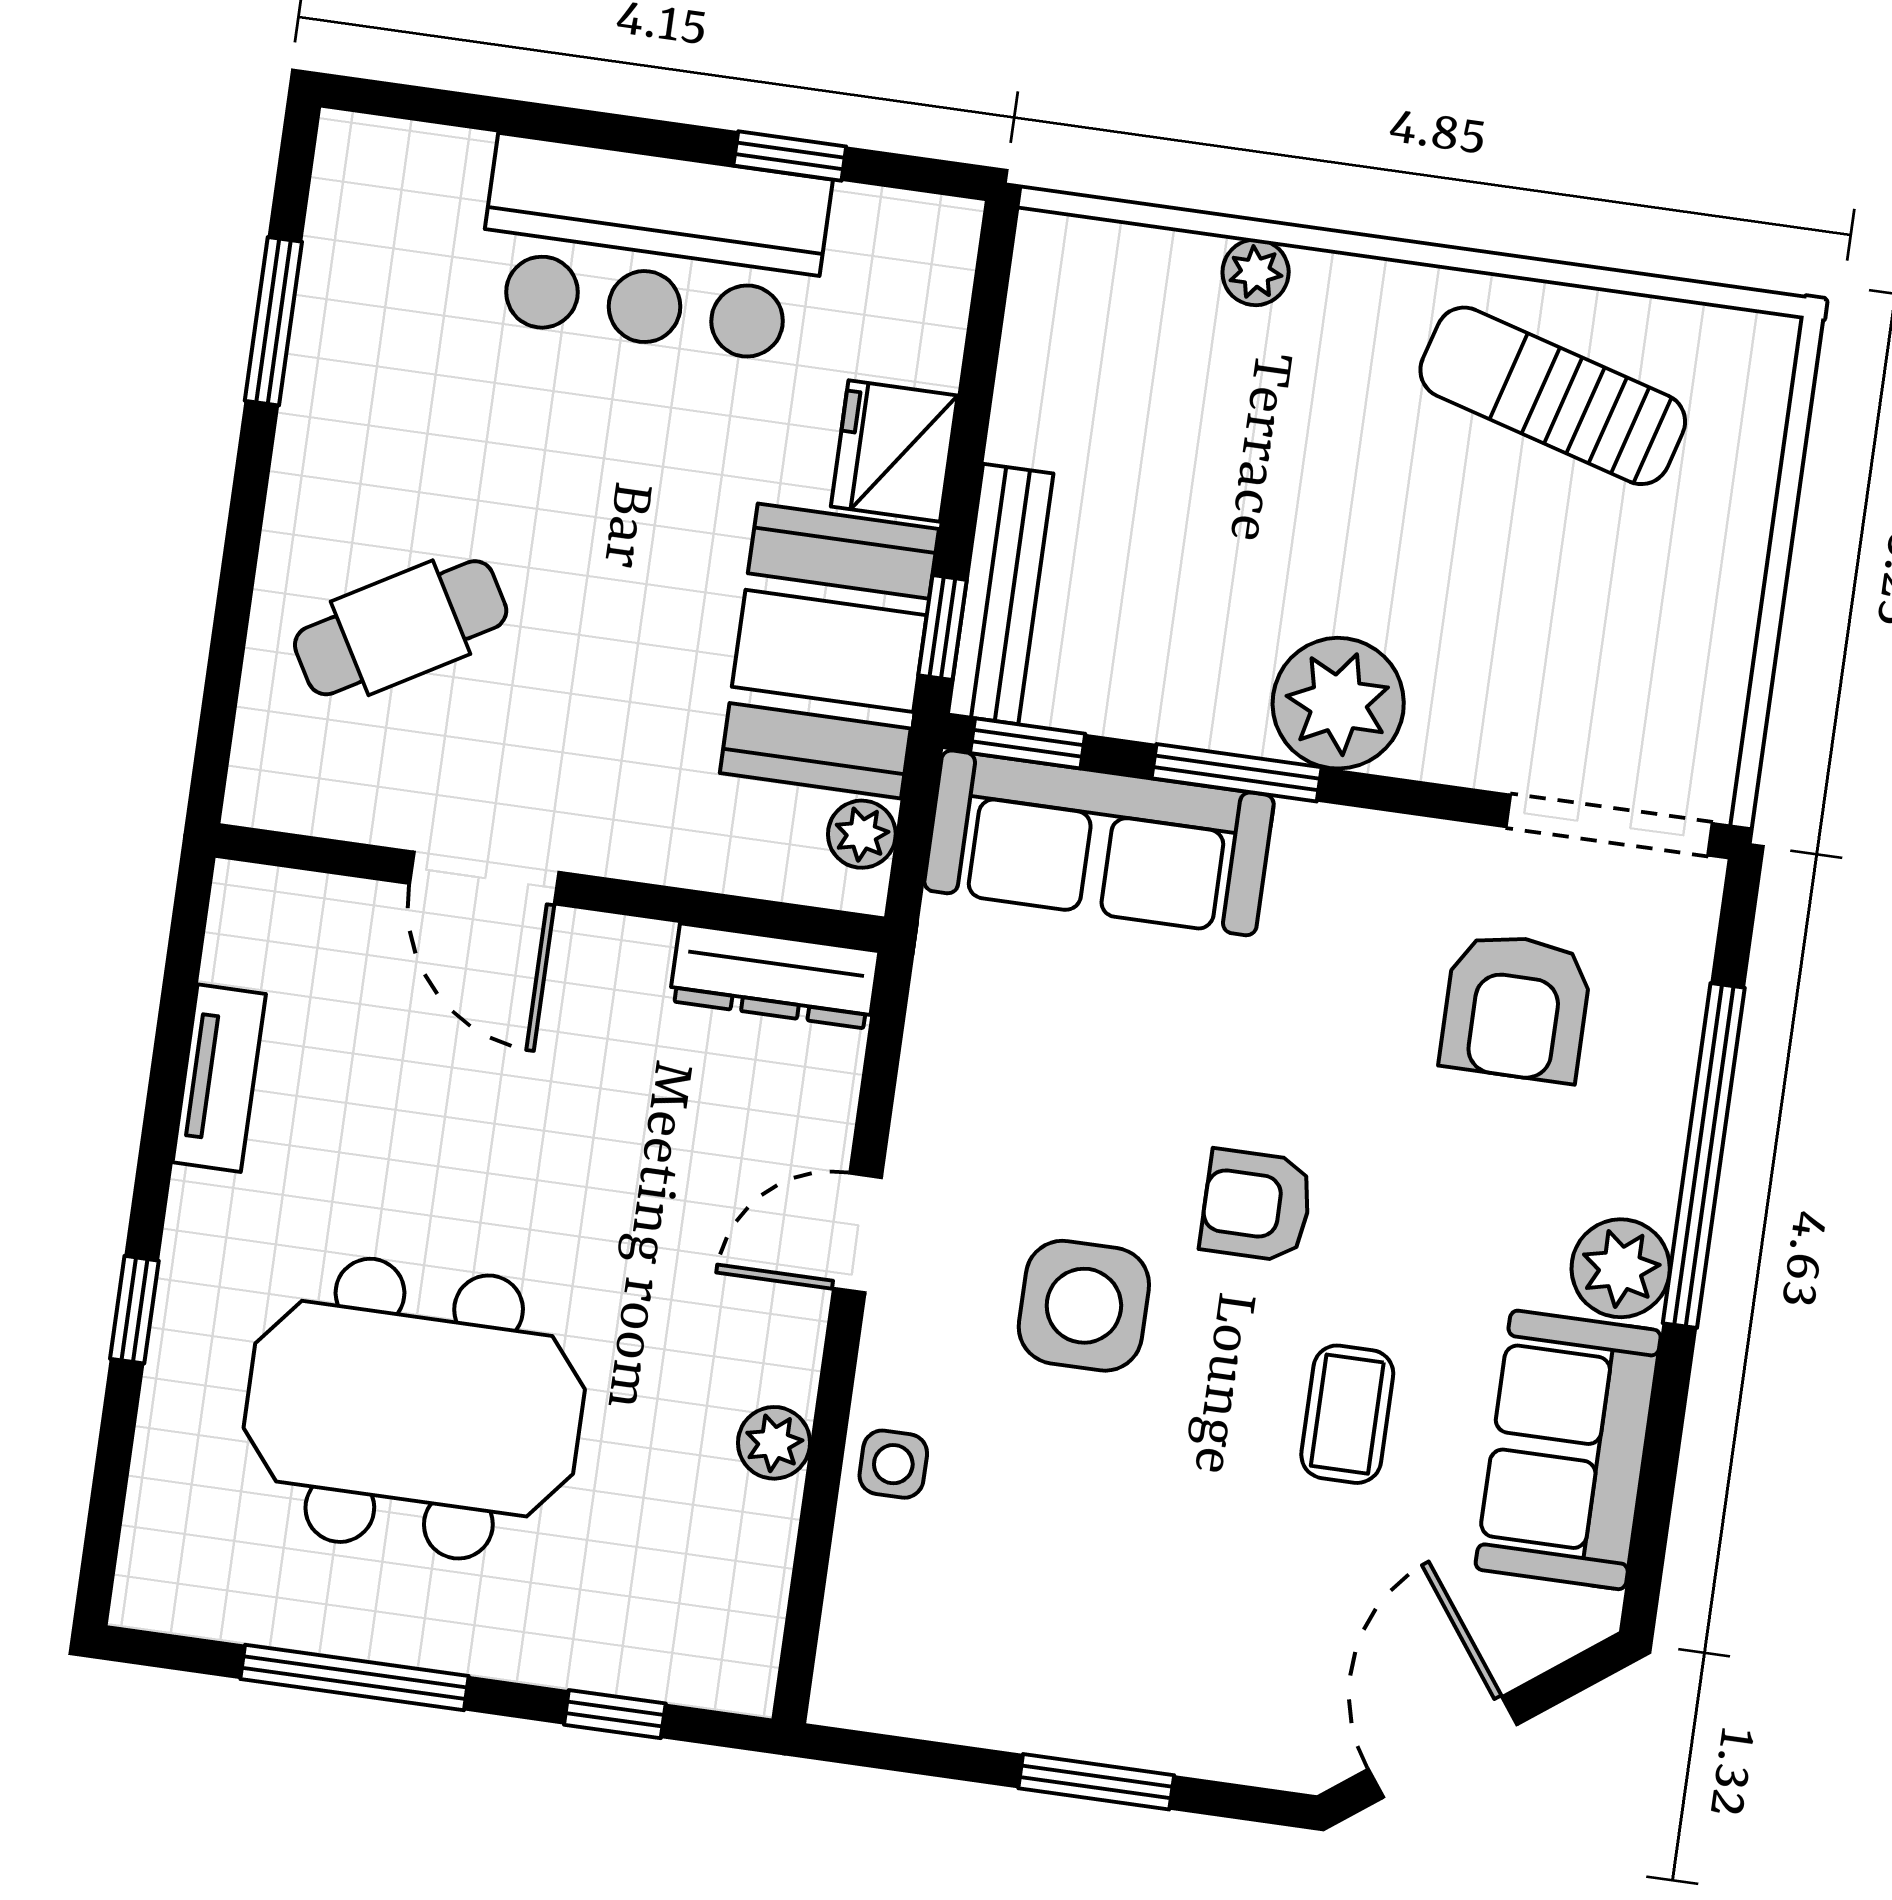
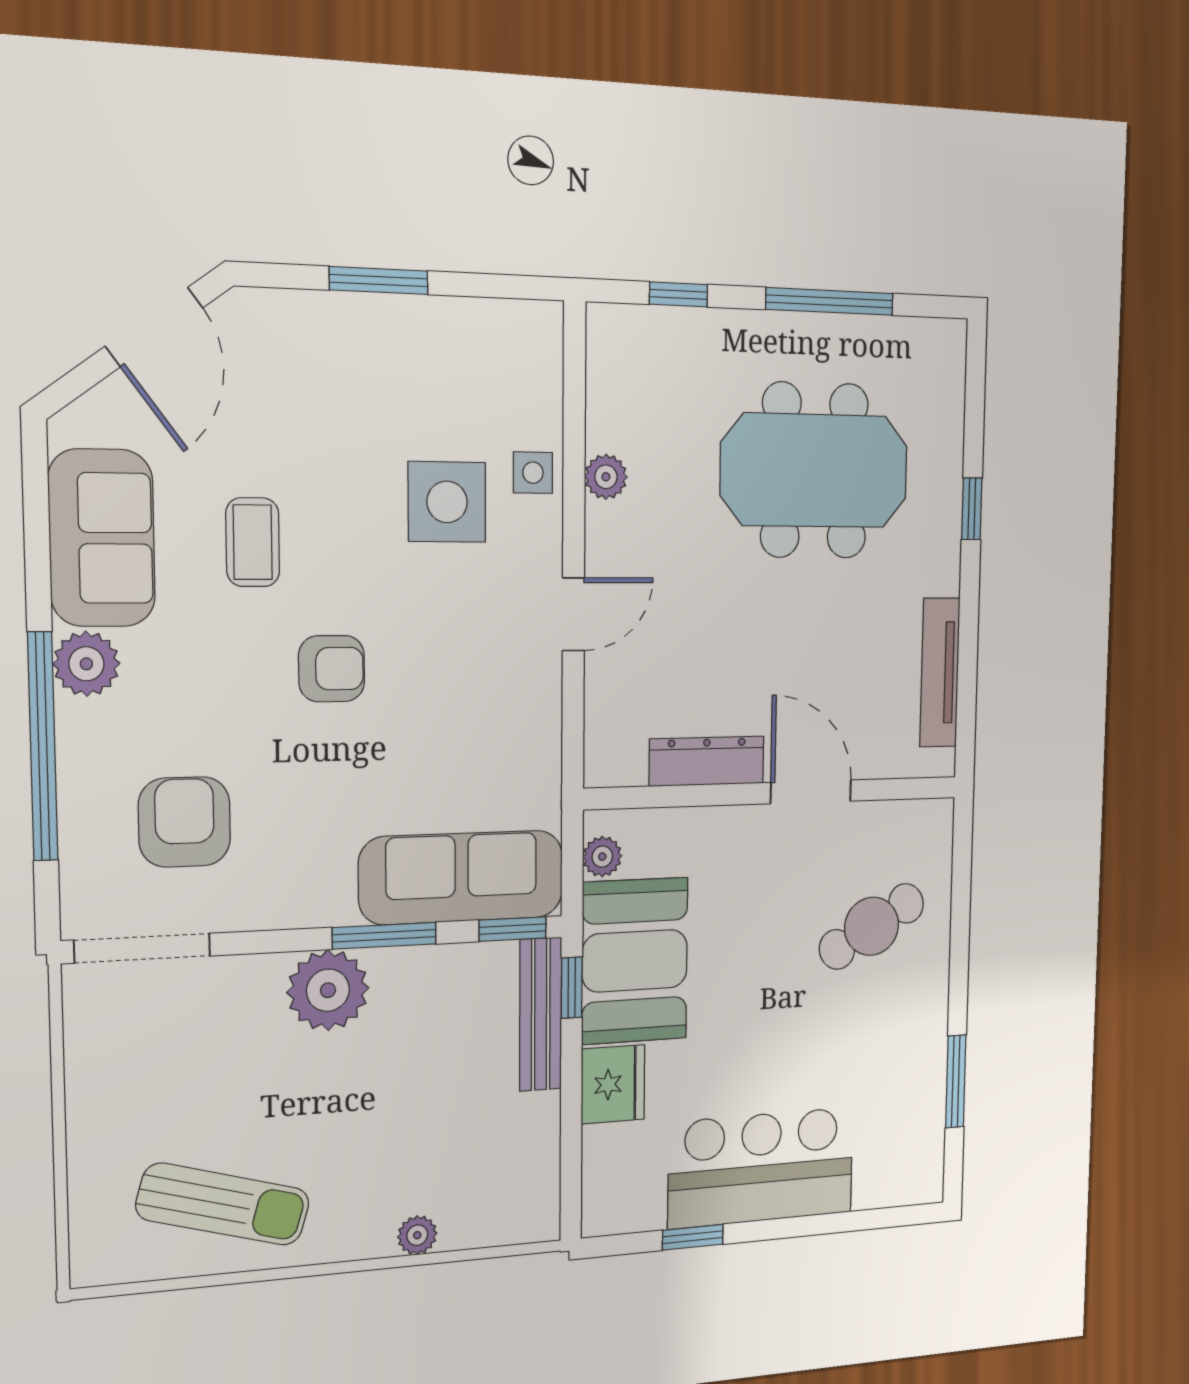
dresser: (774, 976) -> (707, 761), moved
tv unit: (219, 1078) -> (940, 673), width x1.41
side table: (1084, 1306) -> (447, 502), moved

